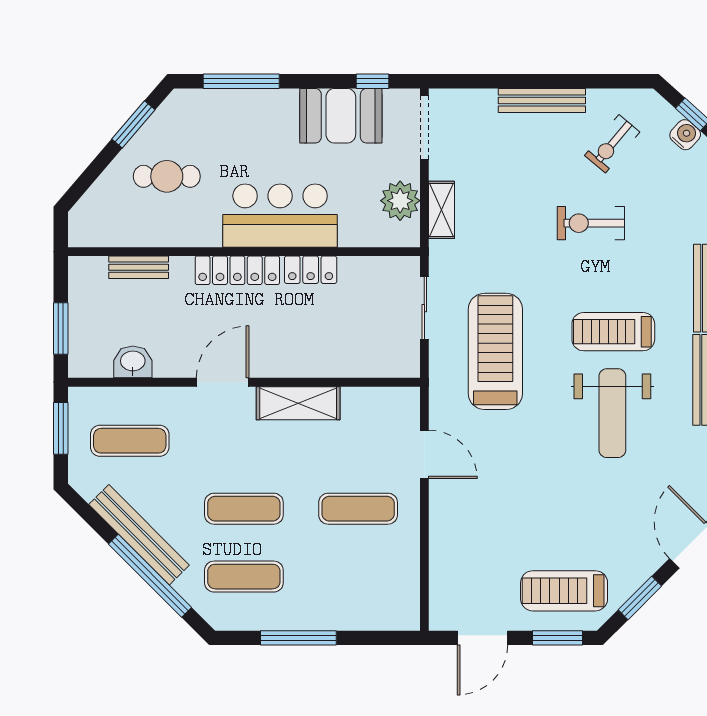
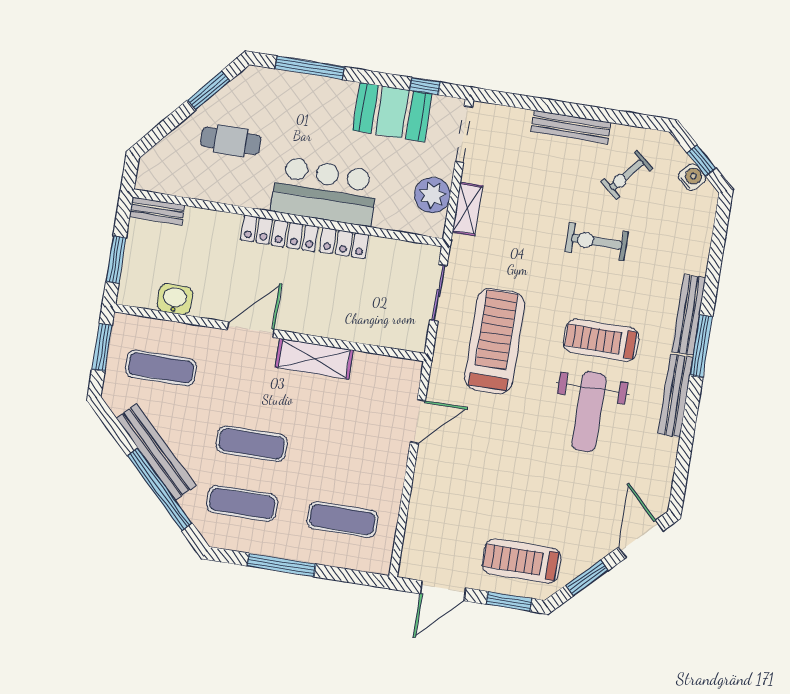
bench: (139, 267) -> (157, 211), moved
door: (424, 454) -> (418, 421), hinge flipped
exercise mat: (358, 509) -> (342, 519), moved

